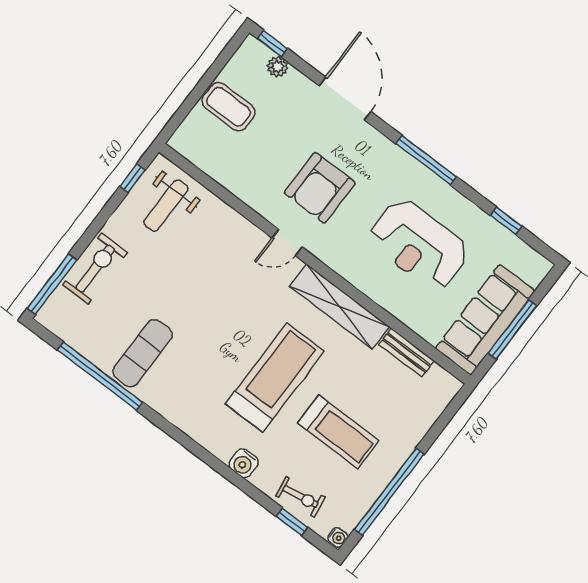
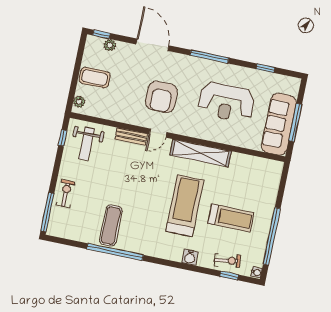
plant: (186, 133) -> (79, 102), added
exercise bike: (95, 269) -> (66, 194), width x0.73, depth x0.72
bench: (407, 353) -> (131, 136), moved
window: (100, 376) -> (115, 252), moved

